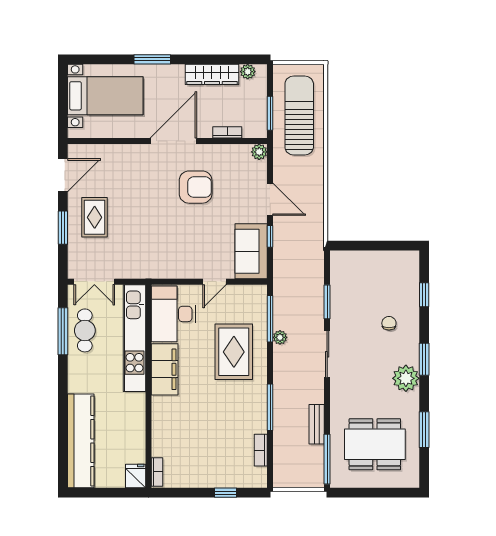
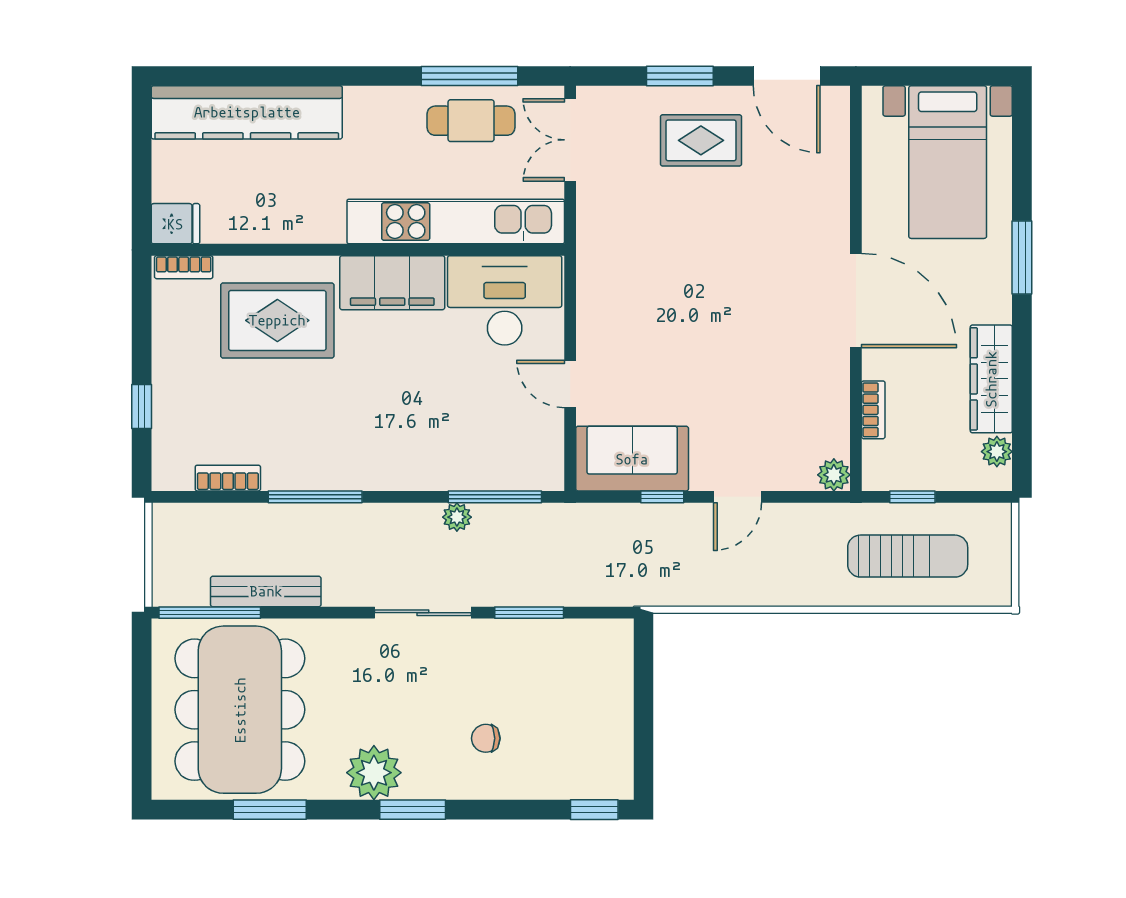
window: (270, 113) -> (912, 497), width x0.67
sun lounger: (299, 115) -> (908, 556), width x0.73, depth x0.75
armchair: (196, 187) -> (762, 346), removed
door: (270, 199) -> (738, 497), width x0.73
window: (424, 295) -> (594, 810), moved
chair: (389, 323) -> (486, 738), turned 180
rug: (234, 352) -> (277, 320), moved
bench: (317, 424) -> (266, 591), width x1.36
dining table: (375, 444) -> (240, 710), width x1.36, depth x1.24

